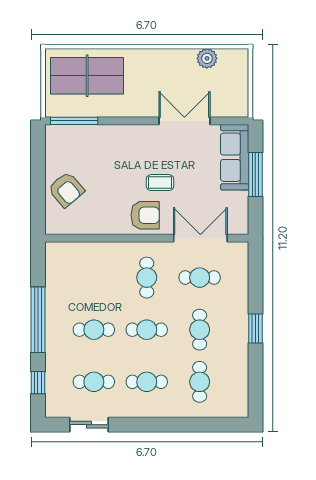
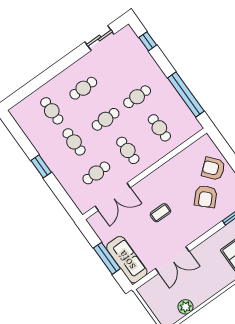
armchair: (145, 215) -> (206, 197), moved, turned -46
window: (38, 320) -> (186, 95), moved
cafe table: (94, 382) -> (159, 128), moved, turned 90

